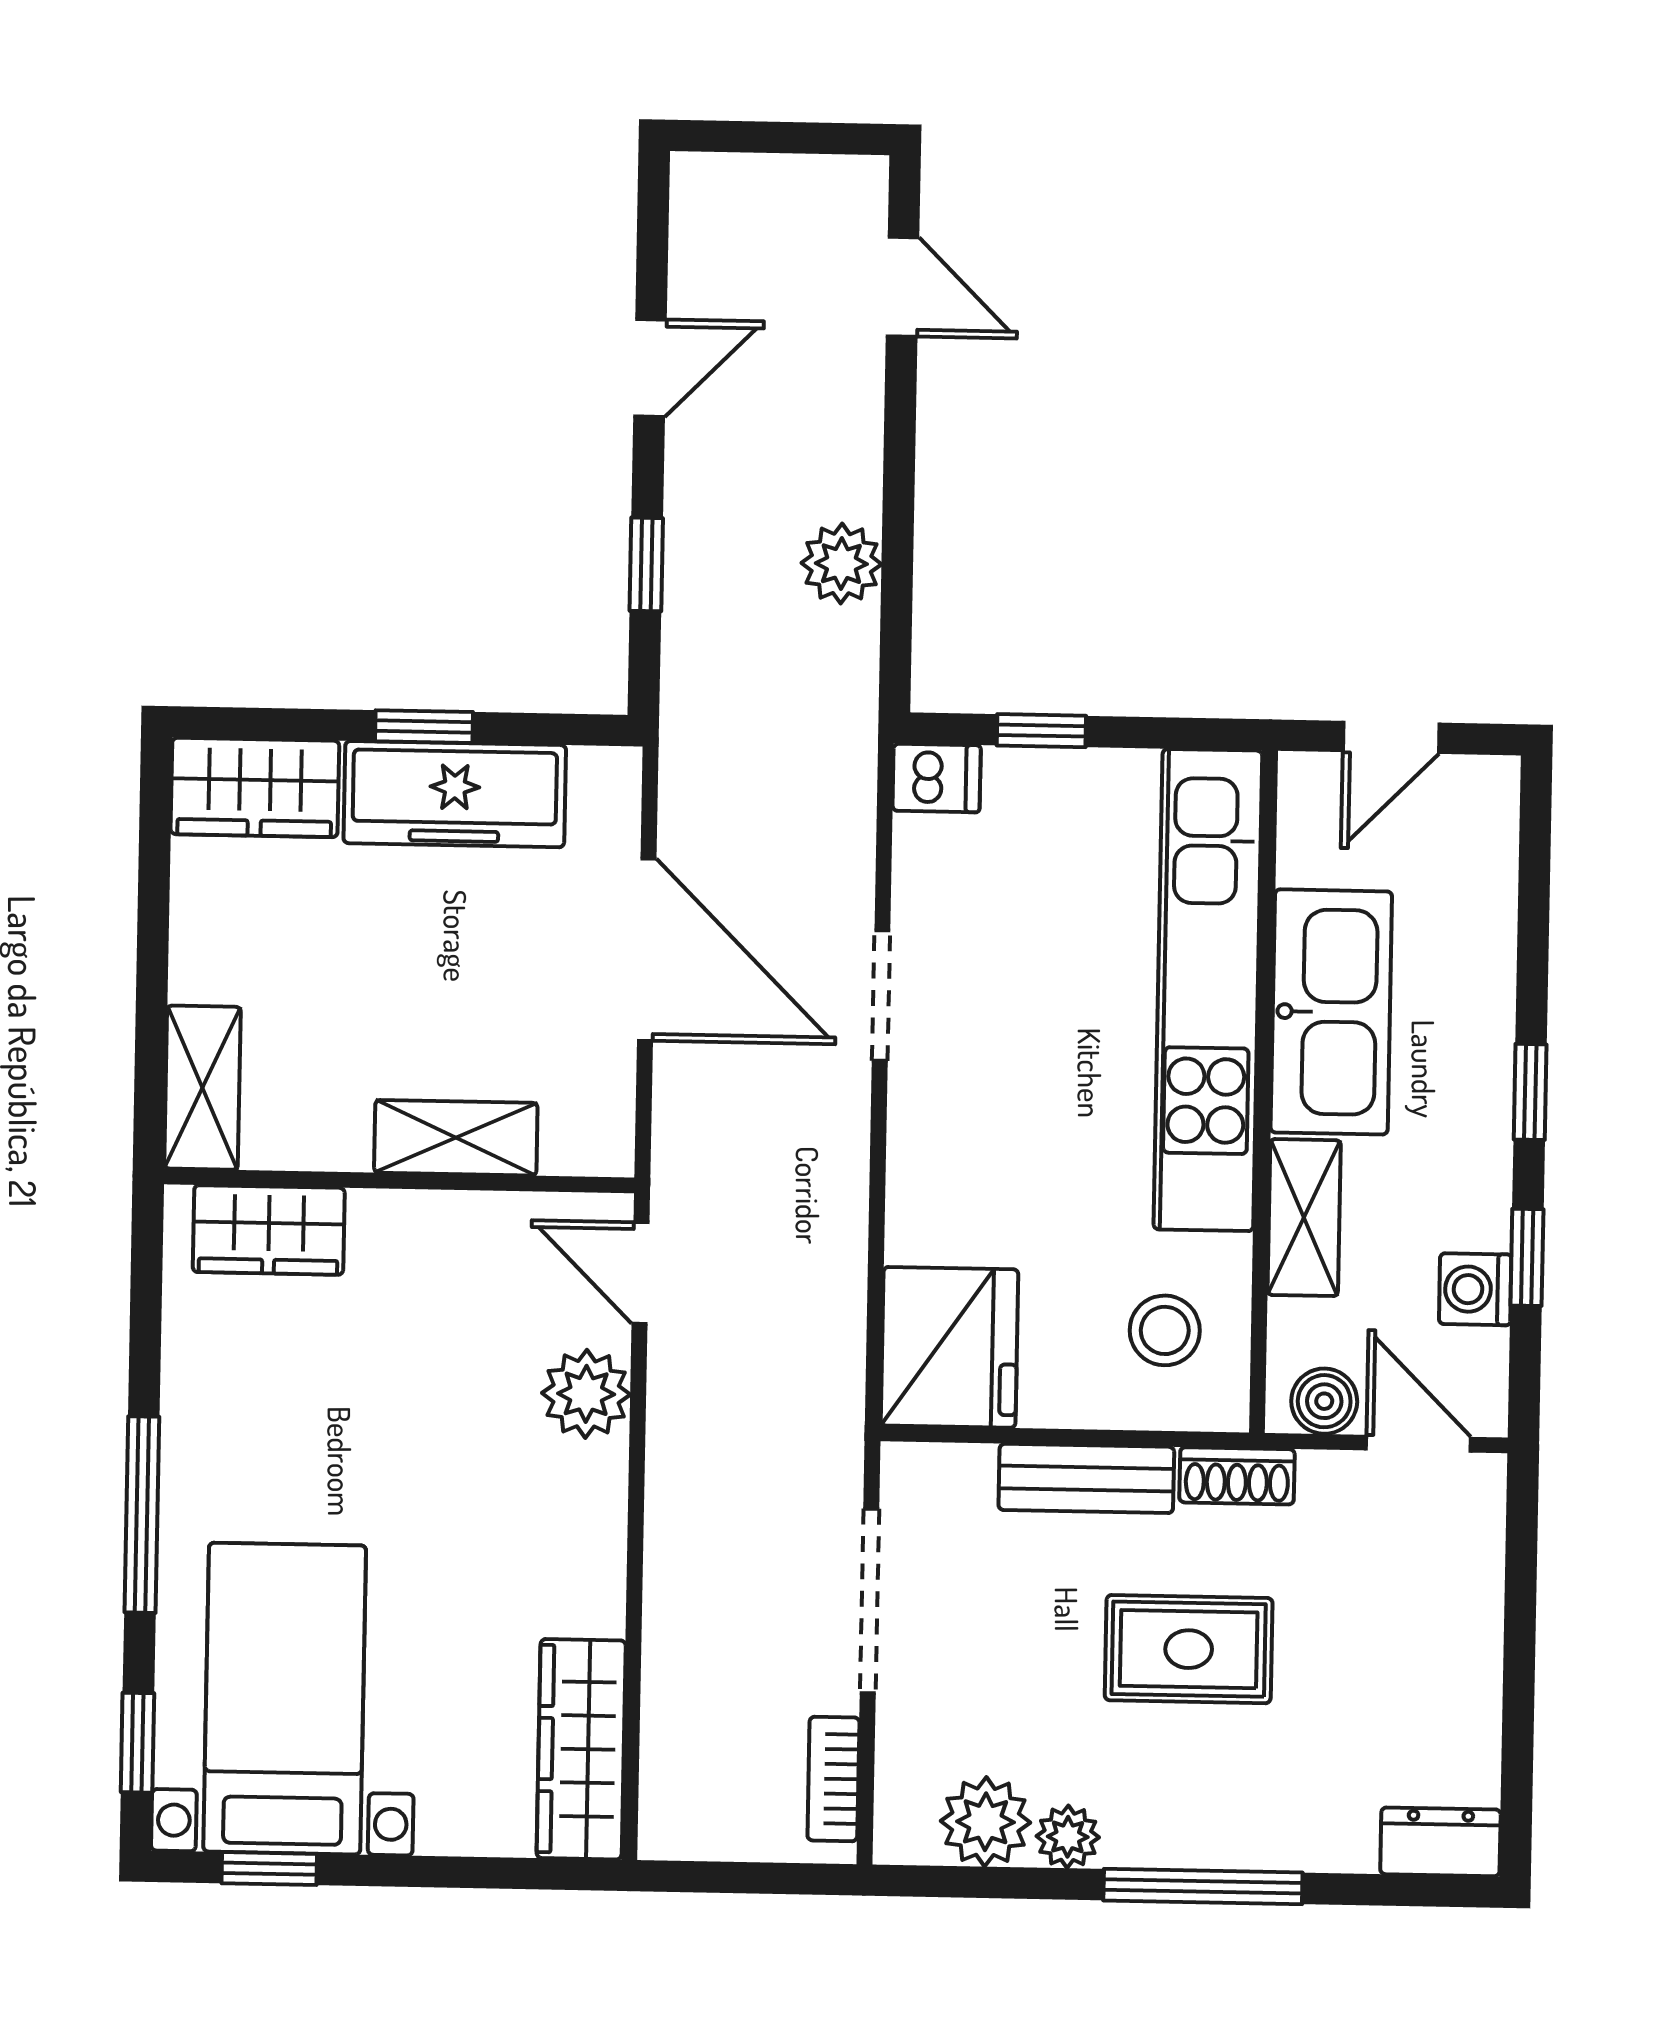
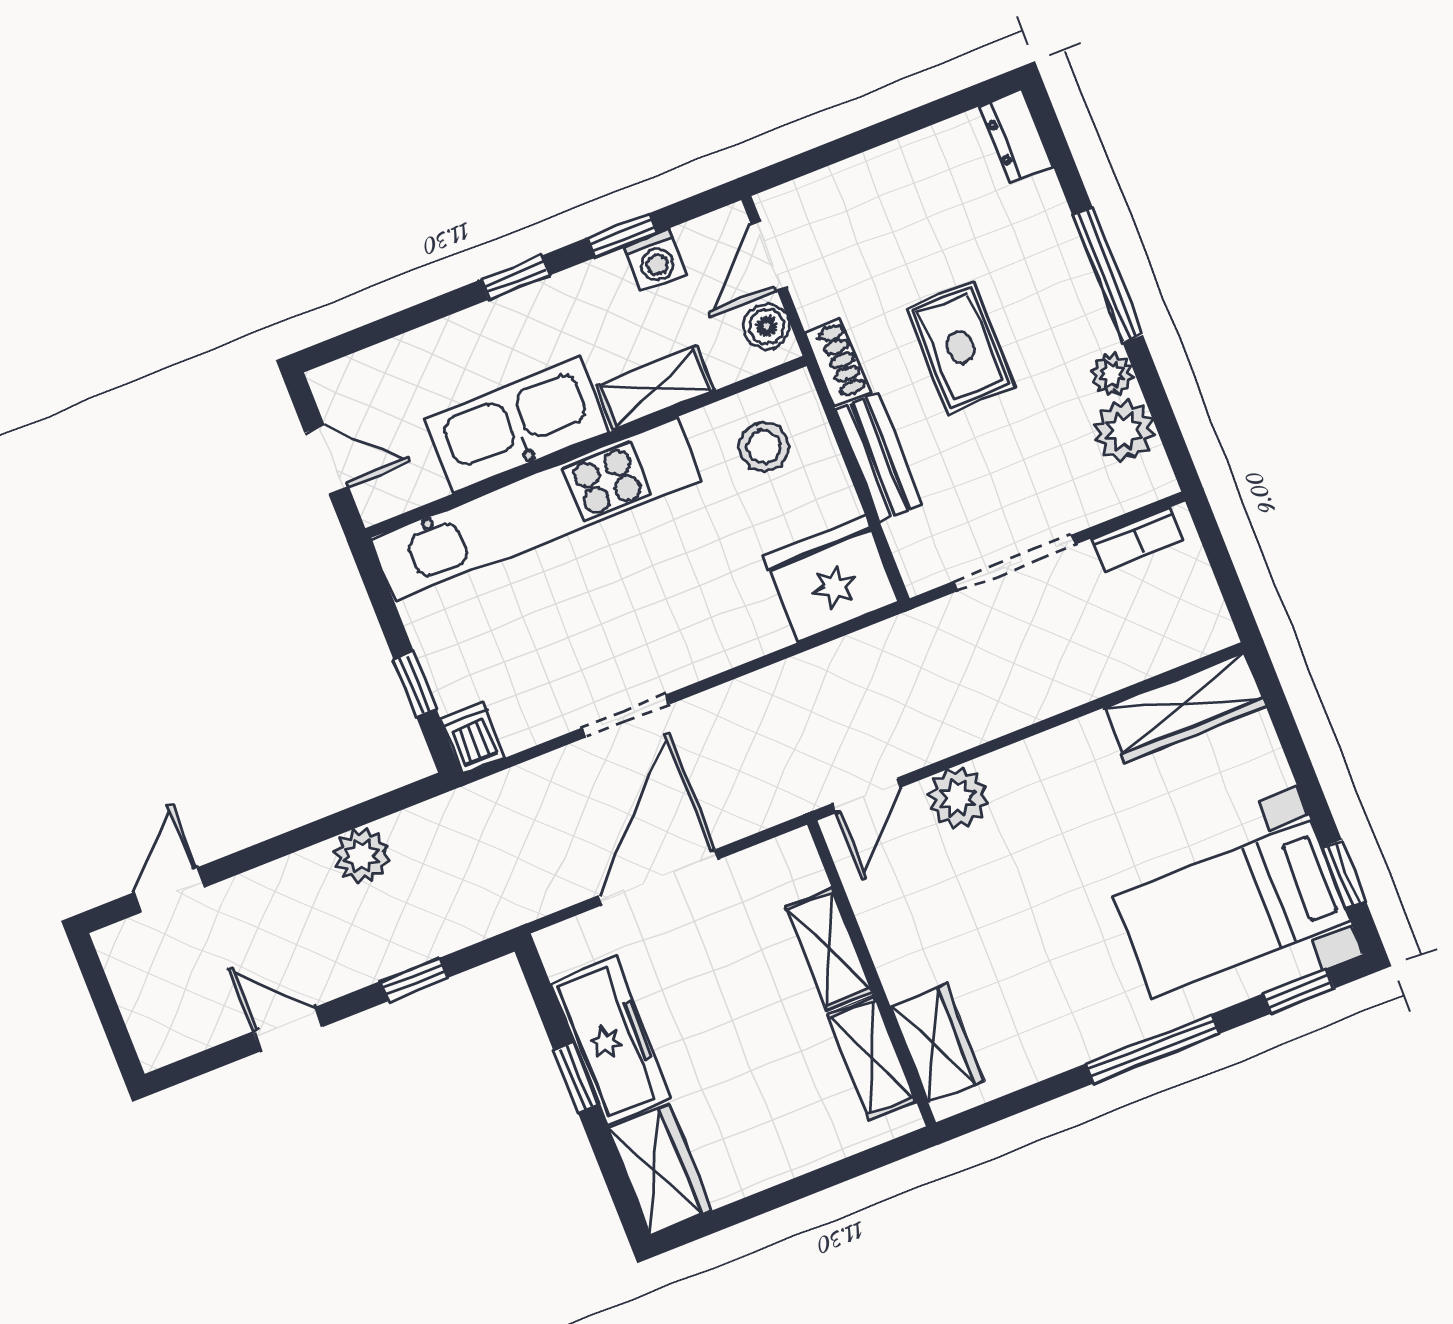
shelving: (202, 1088) -> (872, 1057), moved, turned 90

